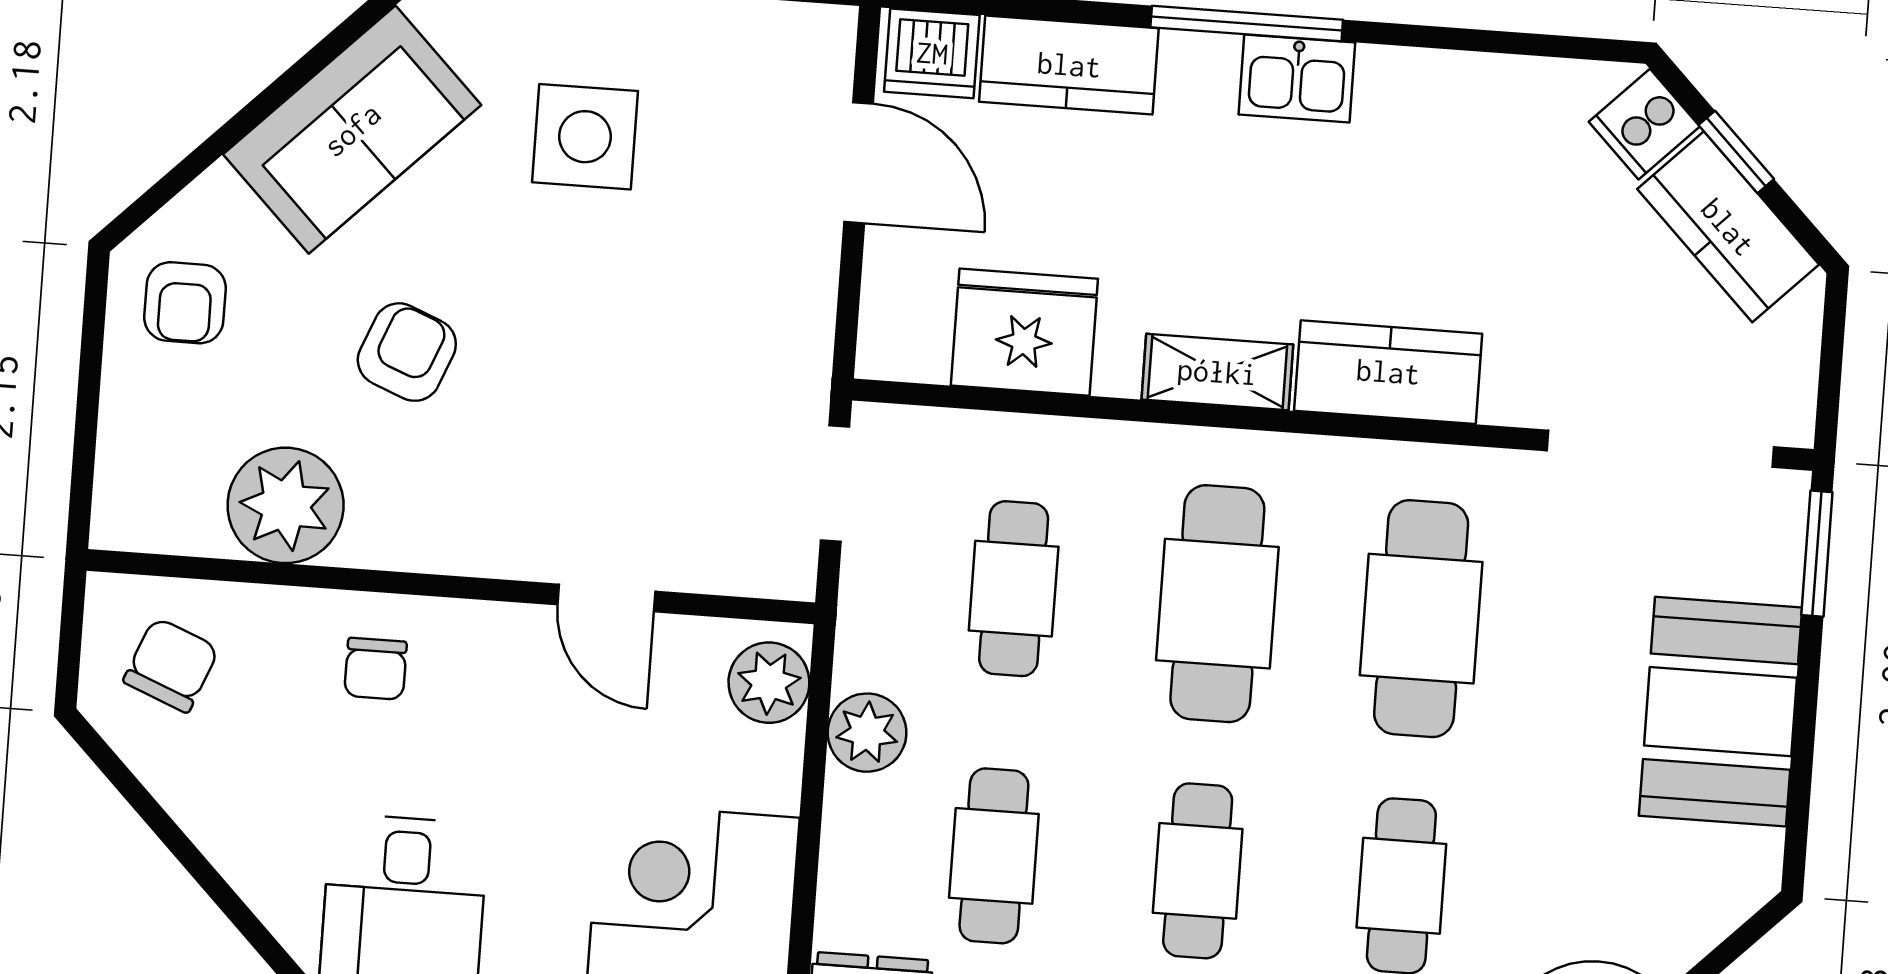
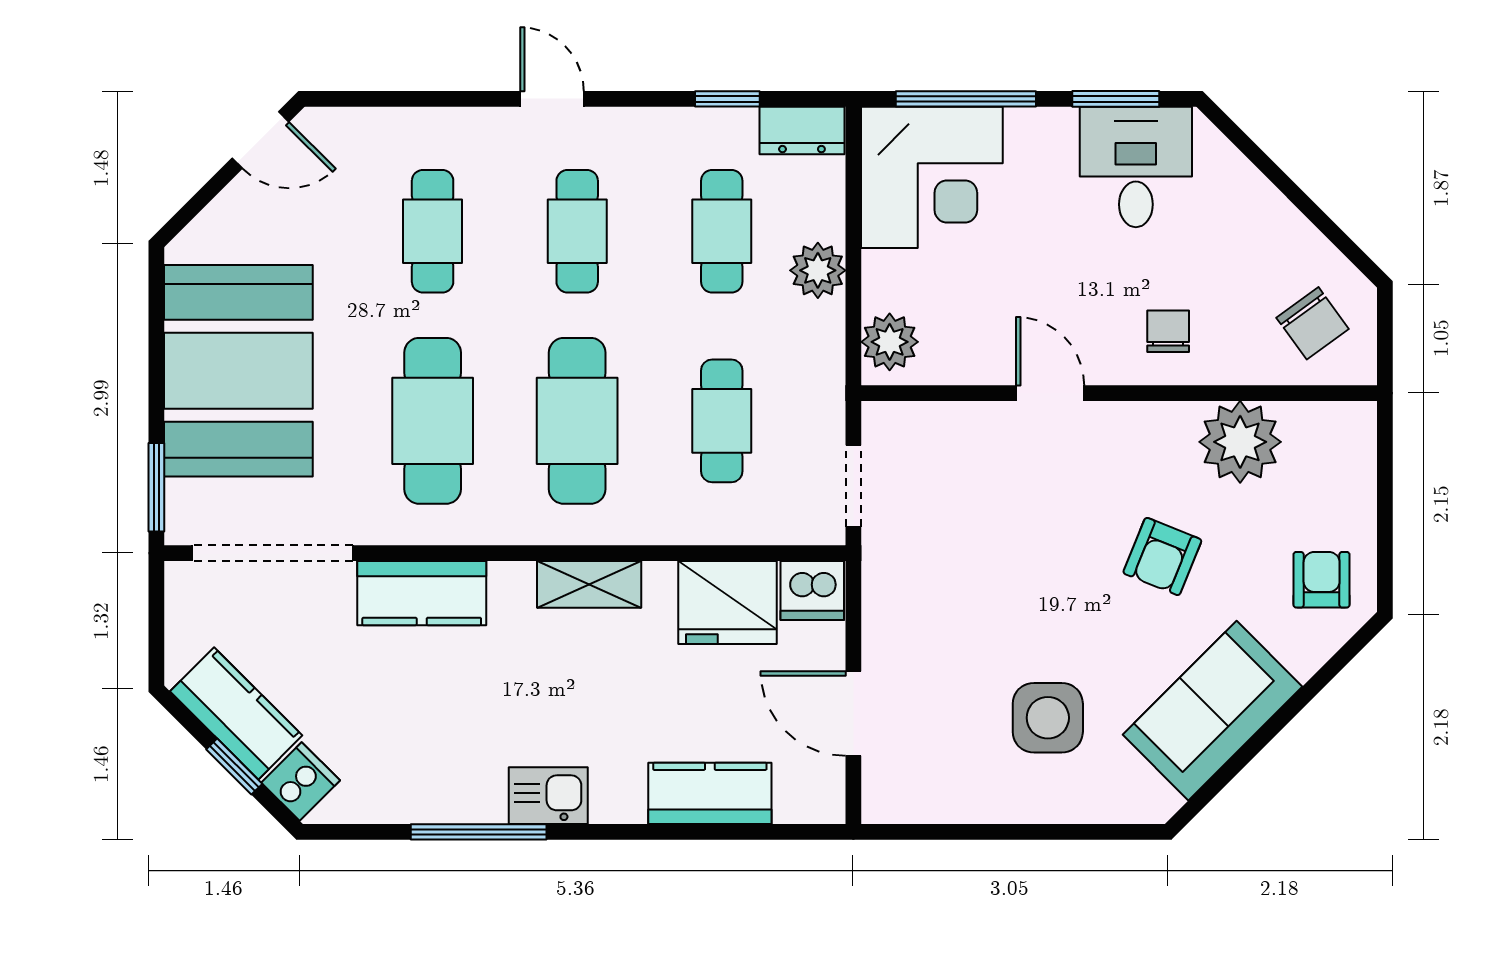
window: (1247, 24) -> (479, 832), moved
dishwasher: (932, 53) -> (812, 591), moved, turned 180
kitchen counter: (1388, 372) -> (422, 593), moved
door: (606, 598) -> (1050, 393), moved
chair: (171, 665) -> (1313, 323), turned -58
booth: (1721, 712) -> (238, 371), width x1.36, depth x1.42
plant: (867, 733) -> (818, 270), moved

